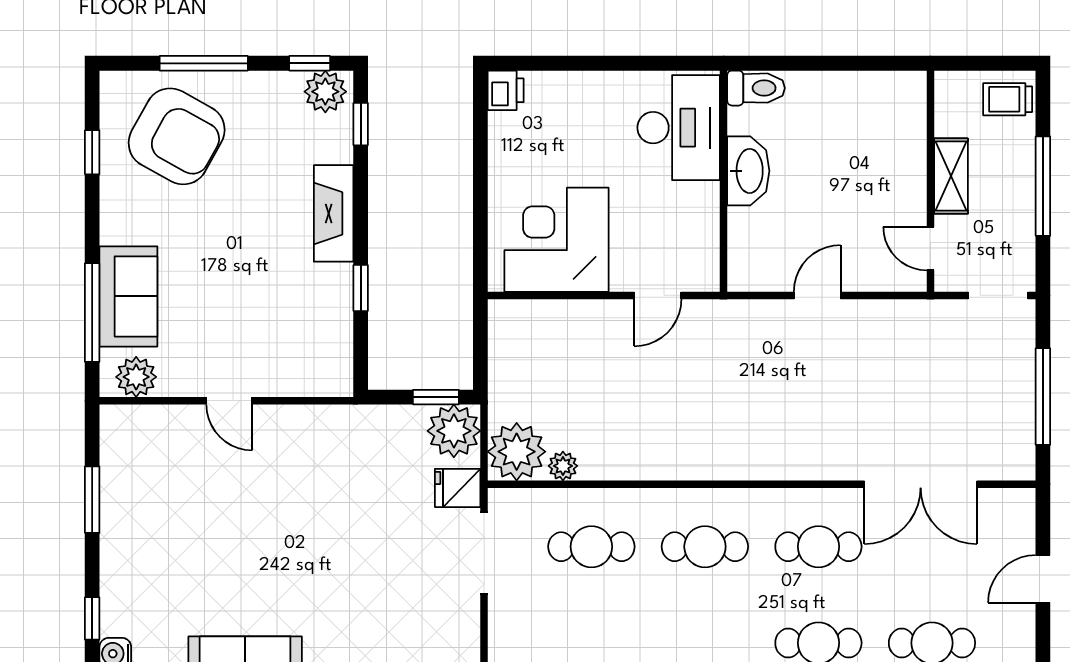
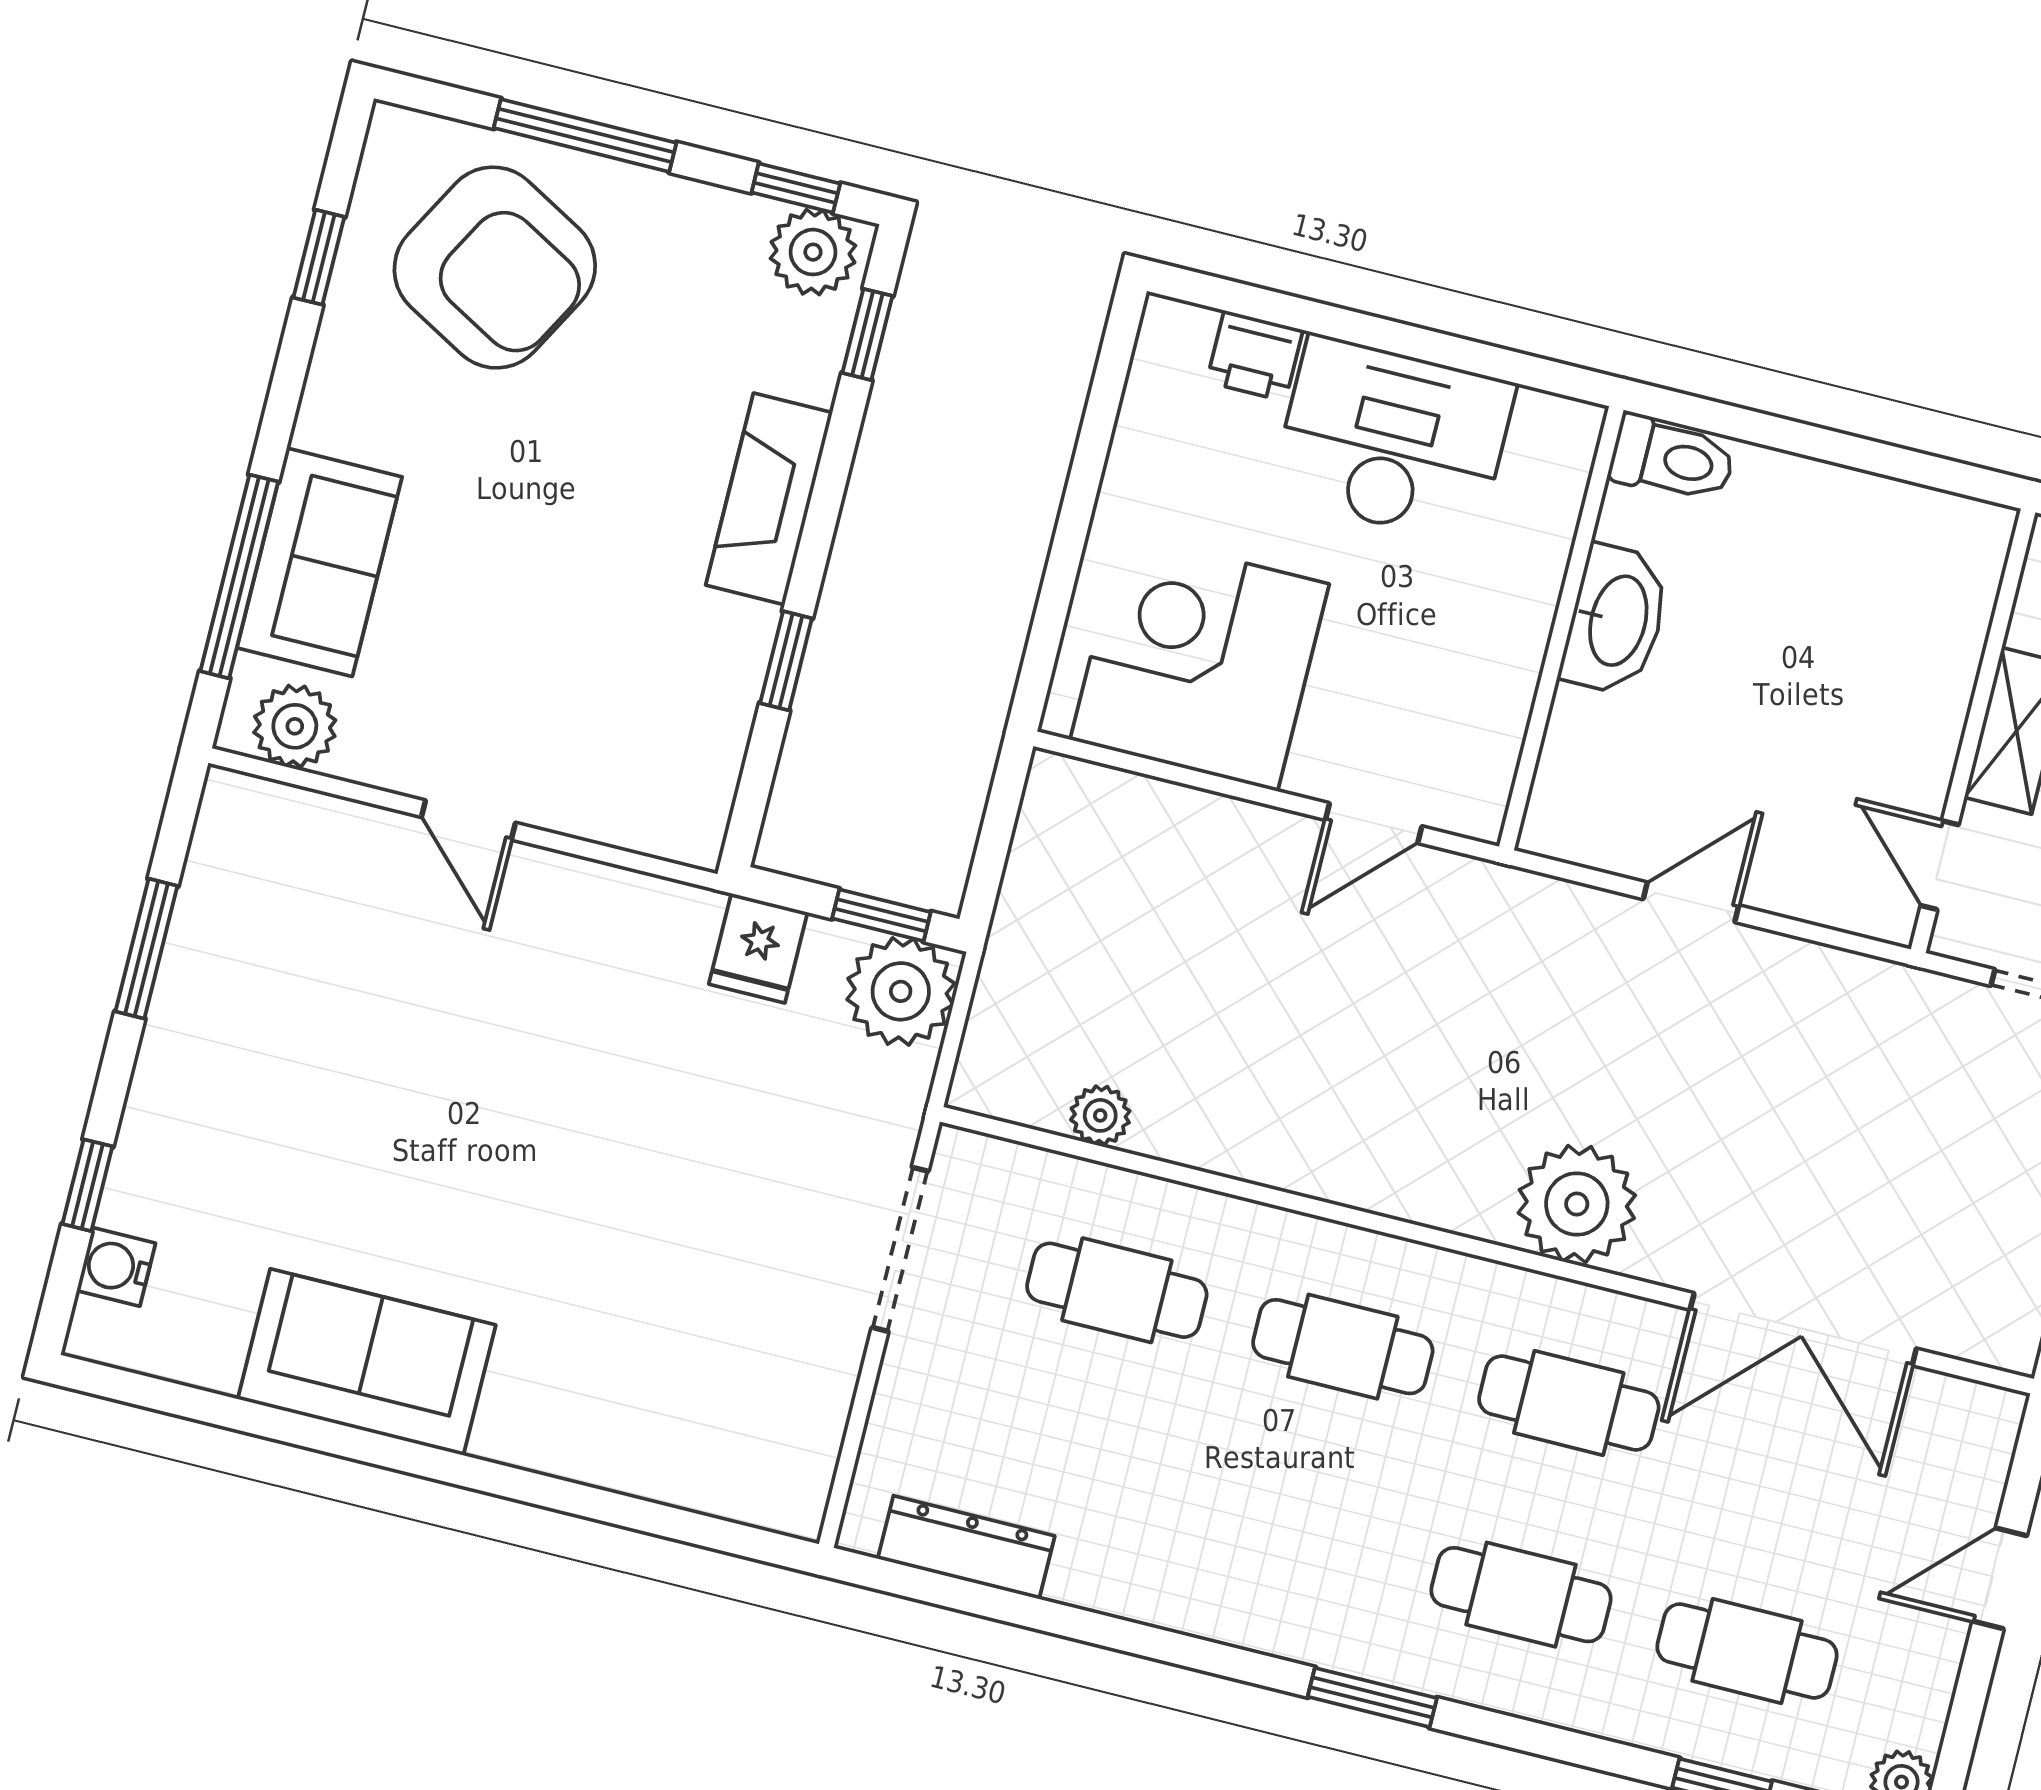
printer: (506, 90) -> (1255, 356), moved, turned 90
desk: (679, 128) -> (1393, 440), moved, turned -90
plant: (517, 452) -> (1577, 1204), moved
fridge: (458, 488) -> (758, 948), moved, turned -90

